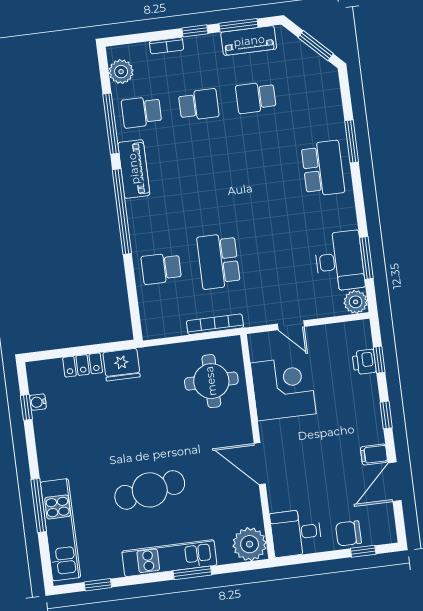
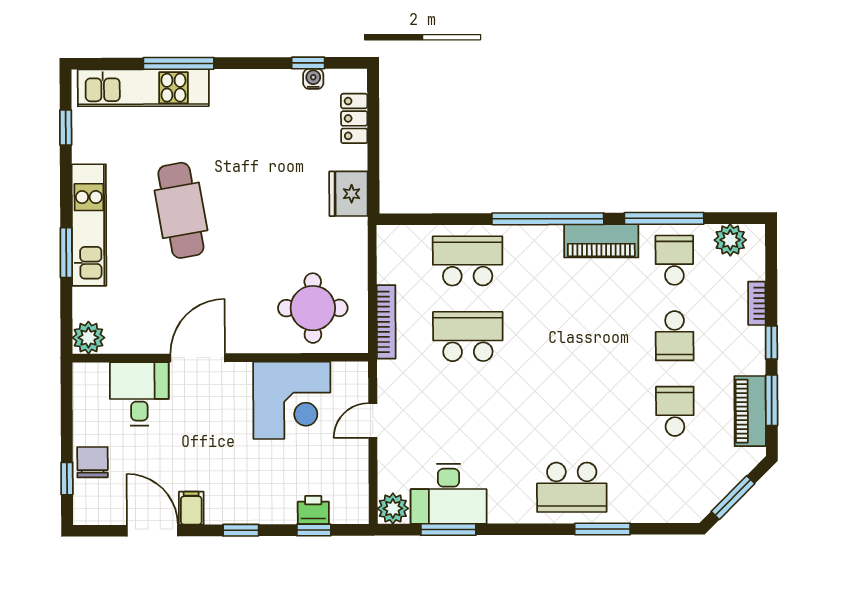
school desk: (161, 268) -> (468, 261), width x1.85
locker: (83, 365) -> (354, 118), moved
desk: (296, 533) -> (139, 394), moved
plant: (250, 544) -> (88, 338), width x0.73, depth x0.73

